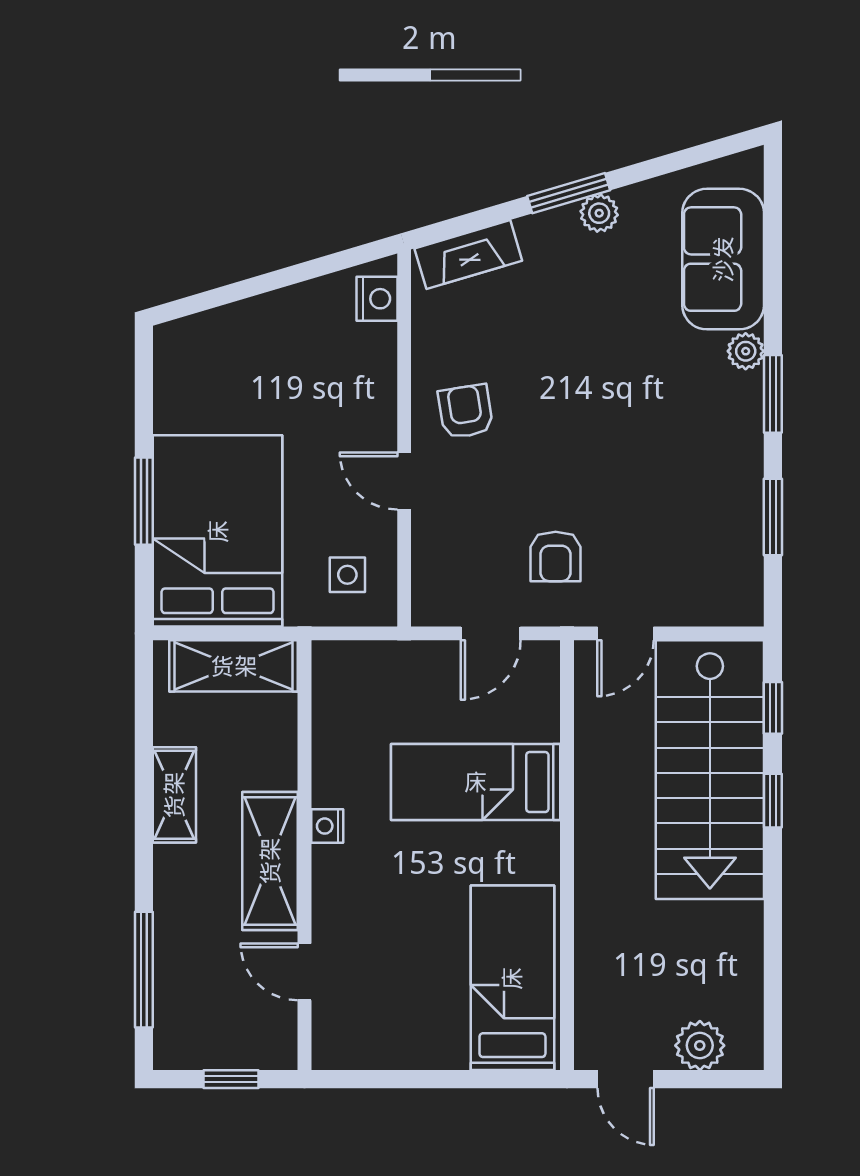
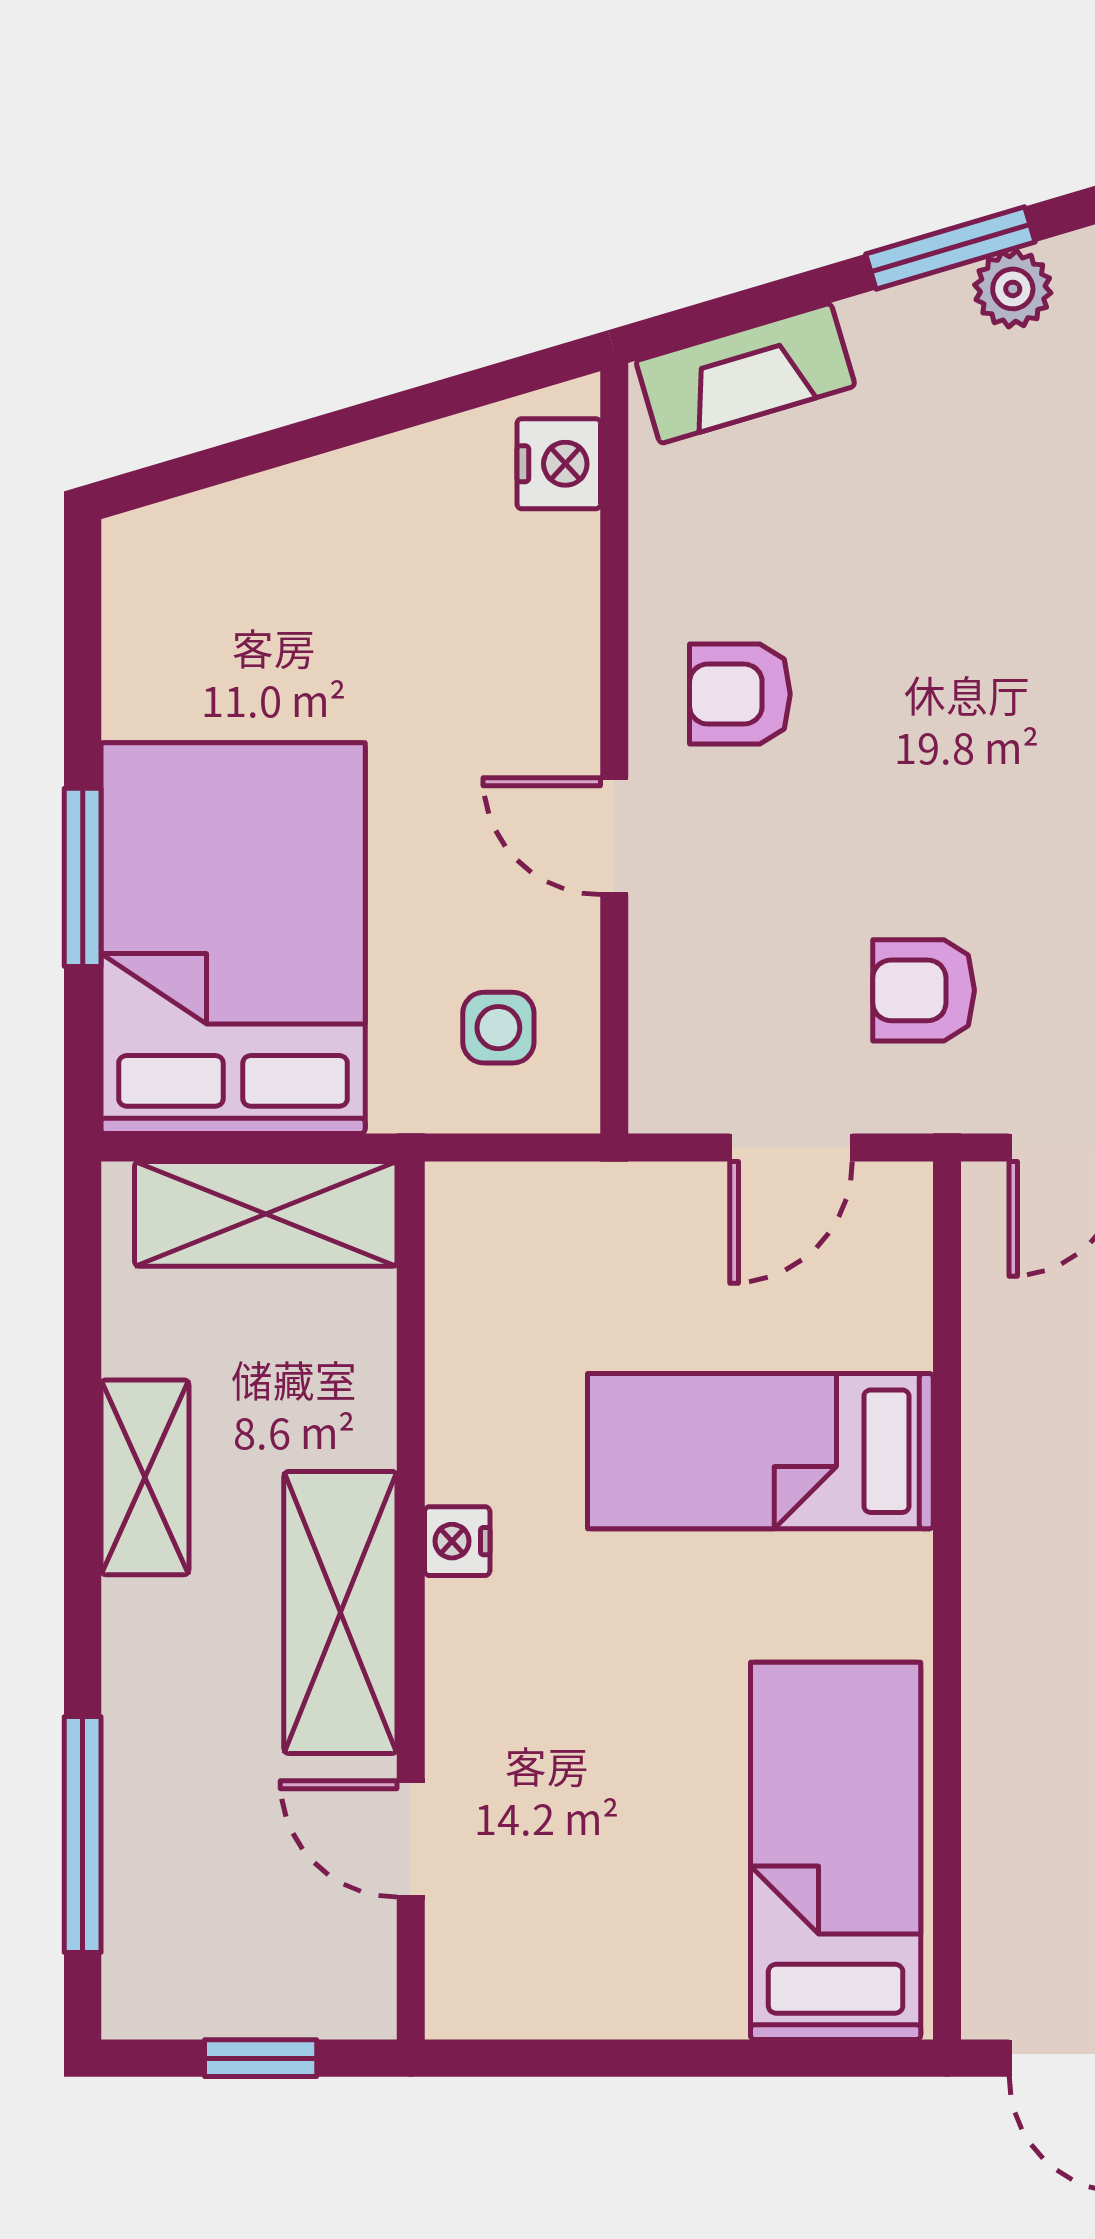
armchair: (466, 411) -> (740, 694), turned -81
armchair: (556, 557) -> (924, 990), turned 90

